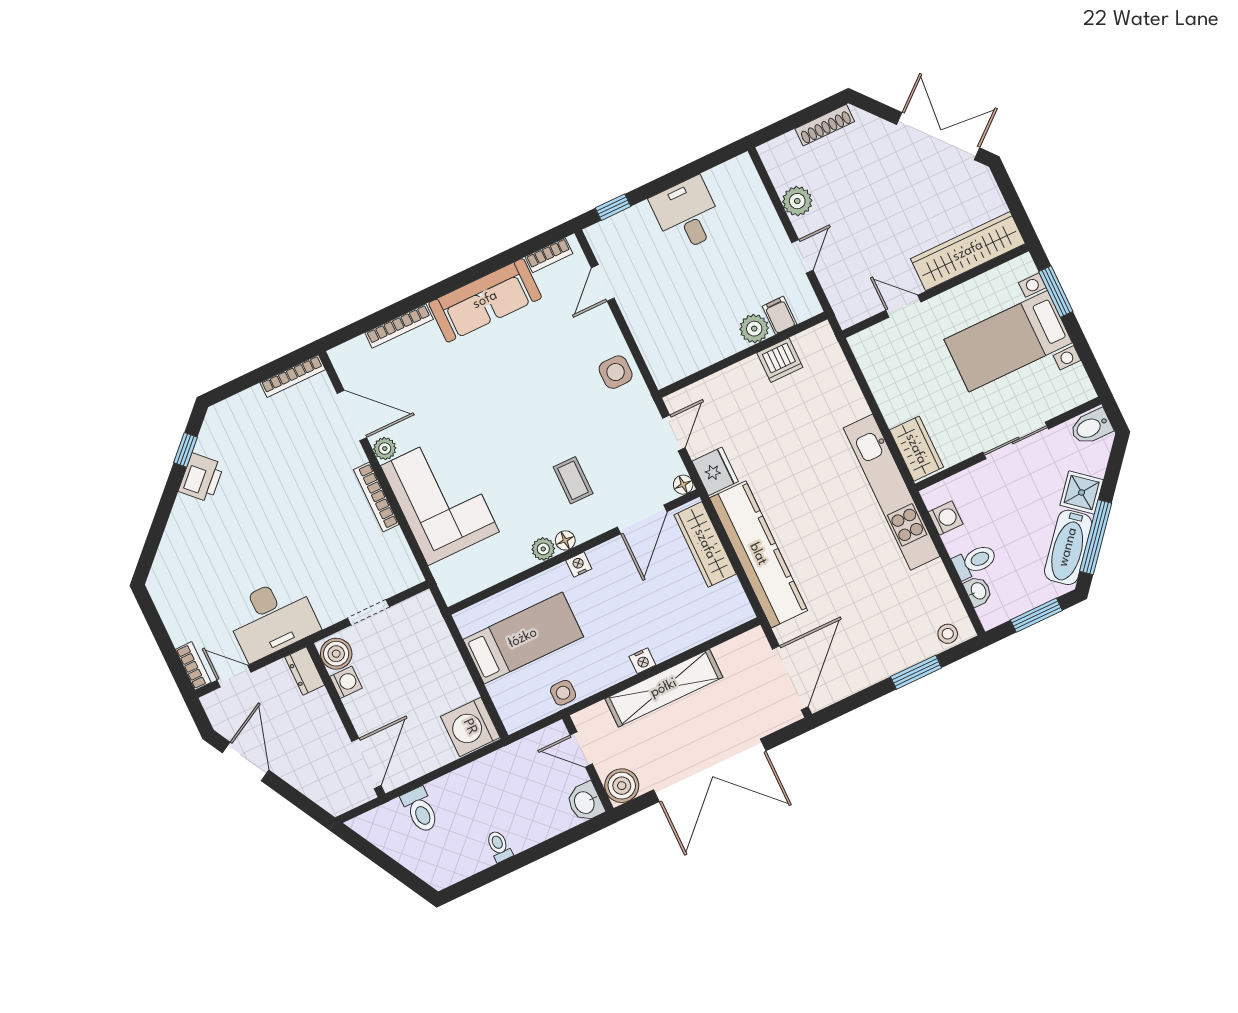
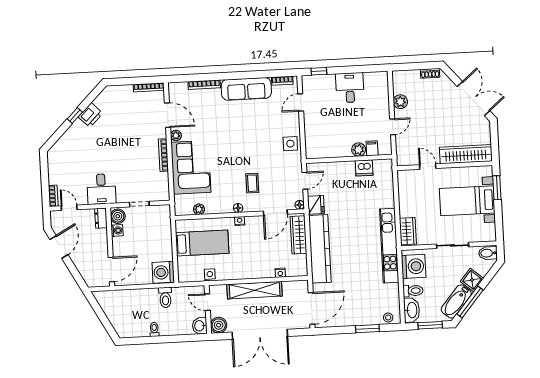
shoe rack: (825, 125) -> (430, 73), width x0.70
window: (185, 450) -> (75, 116), moved
washing machine: (946, 518) -> (414, 266), width x1.89, depth x1.89
plant: (543, 549) -> (199, 209), moved
washbasin: (978, 591) -> (412, 310), width x1.91, depth x1.45
desk: (272, 618) -> (101, 189), width x0.73
nightstand: (642, 661) -> (280, 273), moved
toilet: (420, 810) -> (165, 298), moved

